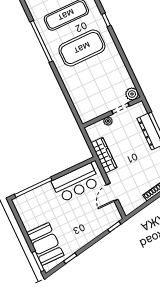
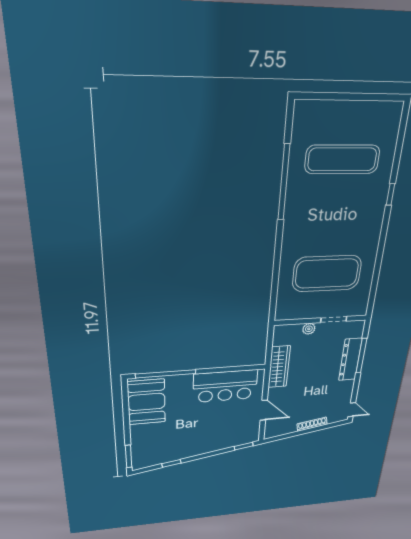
exercise mat: (82, 48) -> (327, 274), moved
plant: (132, 94) -> (359, 308), removed
door: (112, 192) -> (264, 410), swing flipped
booth: (45, 244) -> (146, 402), moved

